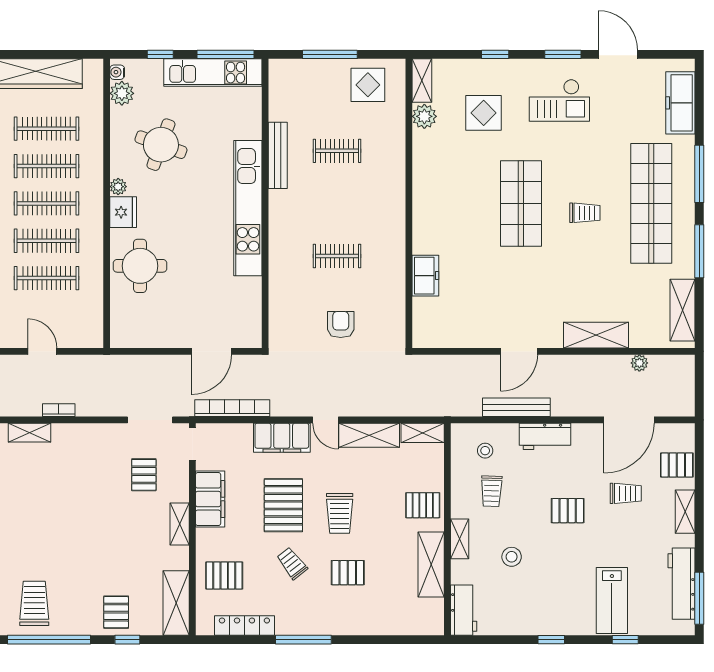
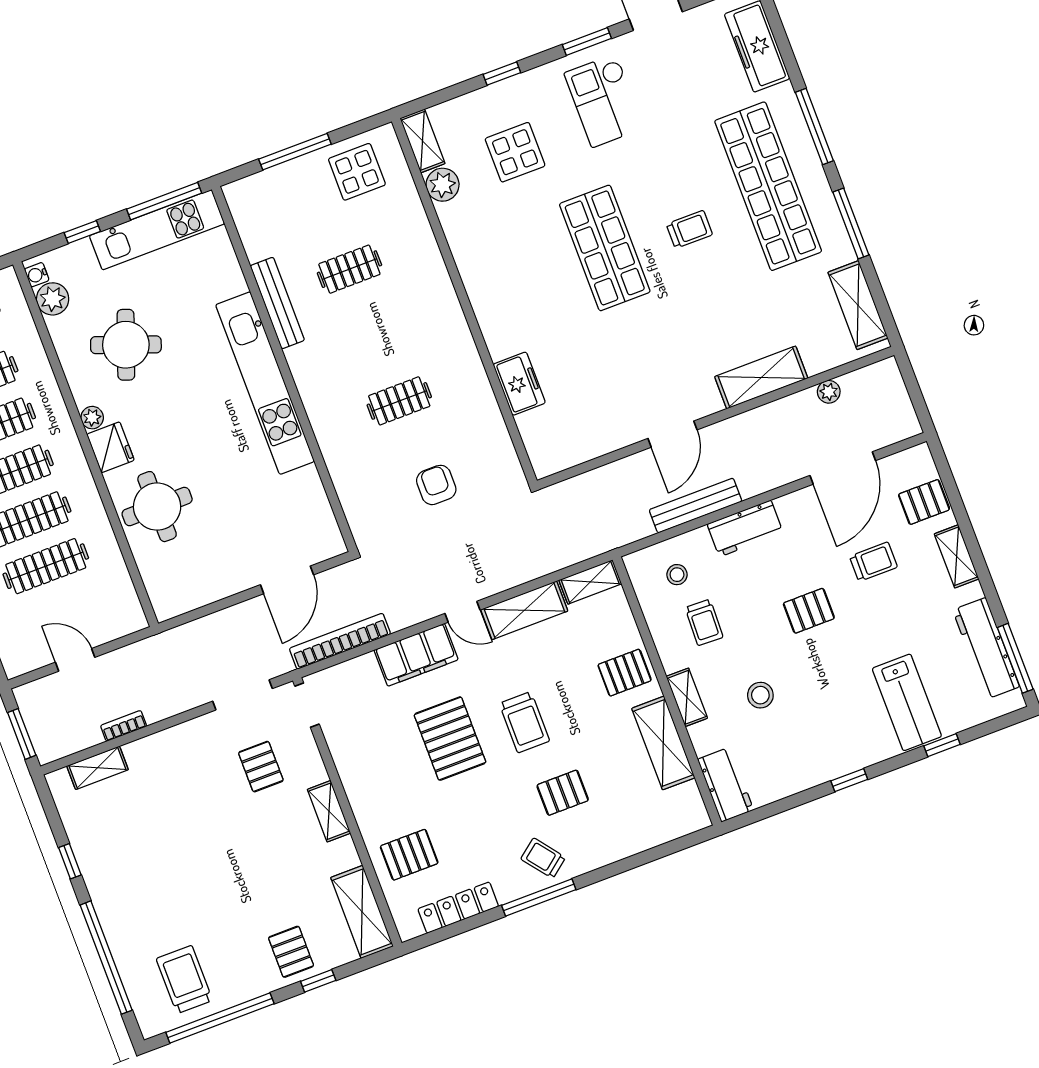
checkout: (559, 100) -> (604, 101), turned 90
filing cabinet: (210, 499) -> (355, 766), removed
trolley: (292, 563) -> (543, 858), moved

